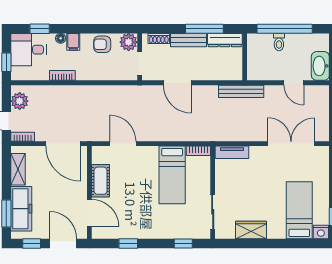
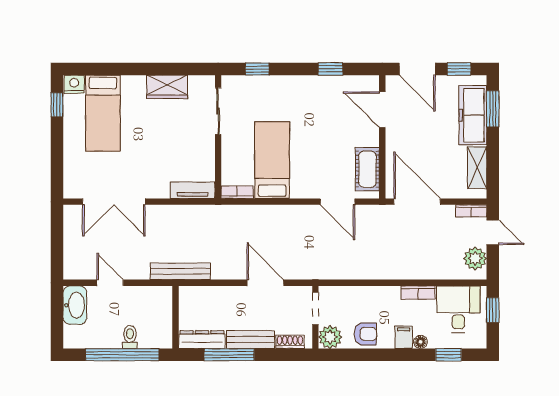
desk: (29, 50) -> (458, 309), moved, turned -90
cot: (101, 181) -> (367, 169), moved

